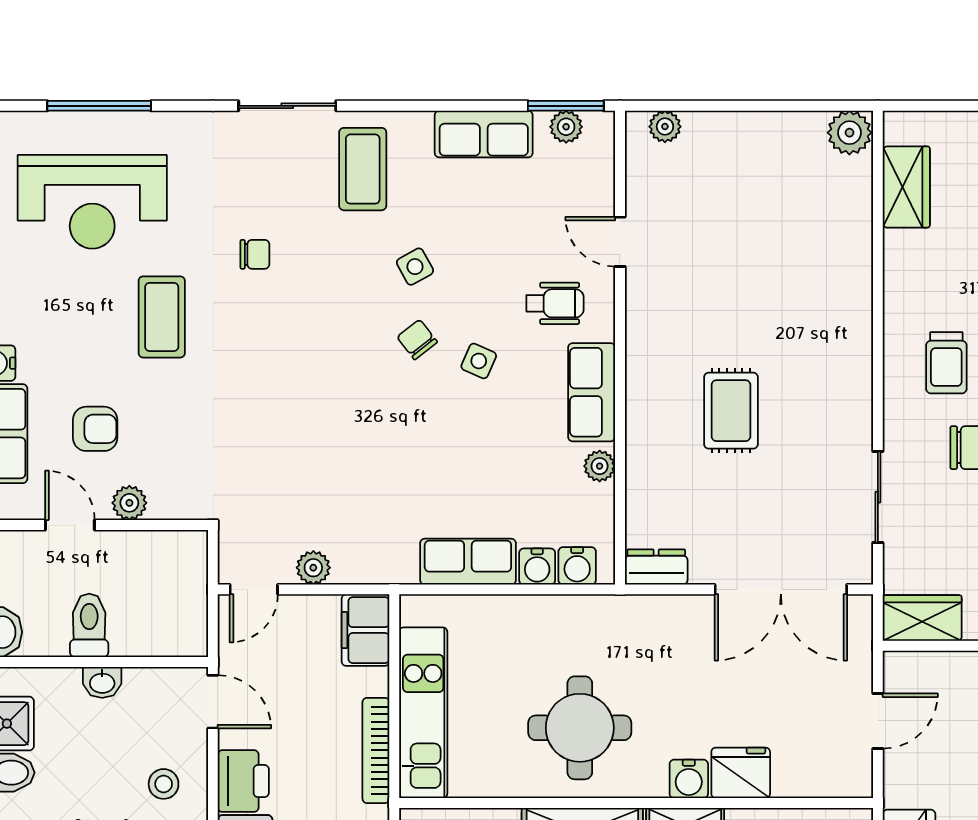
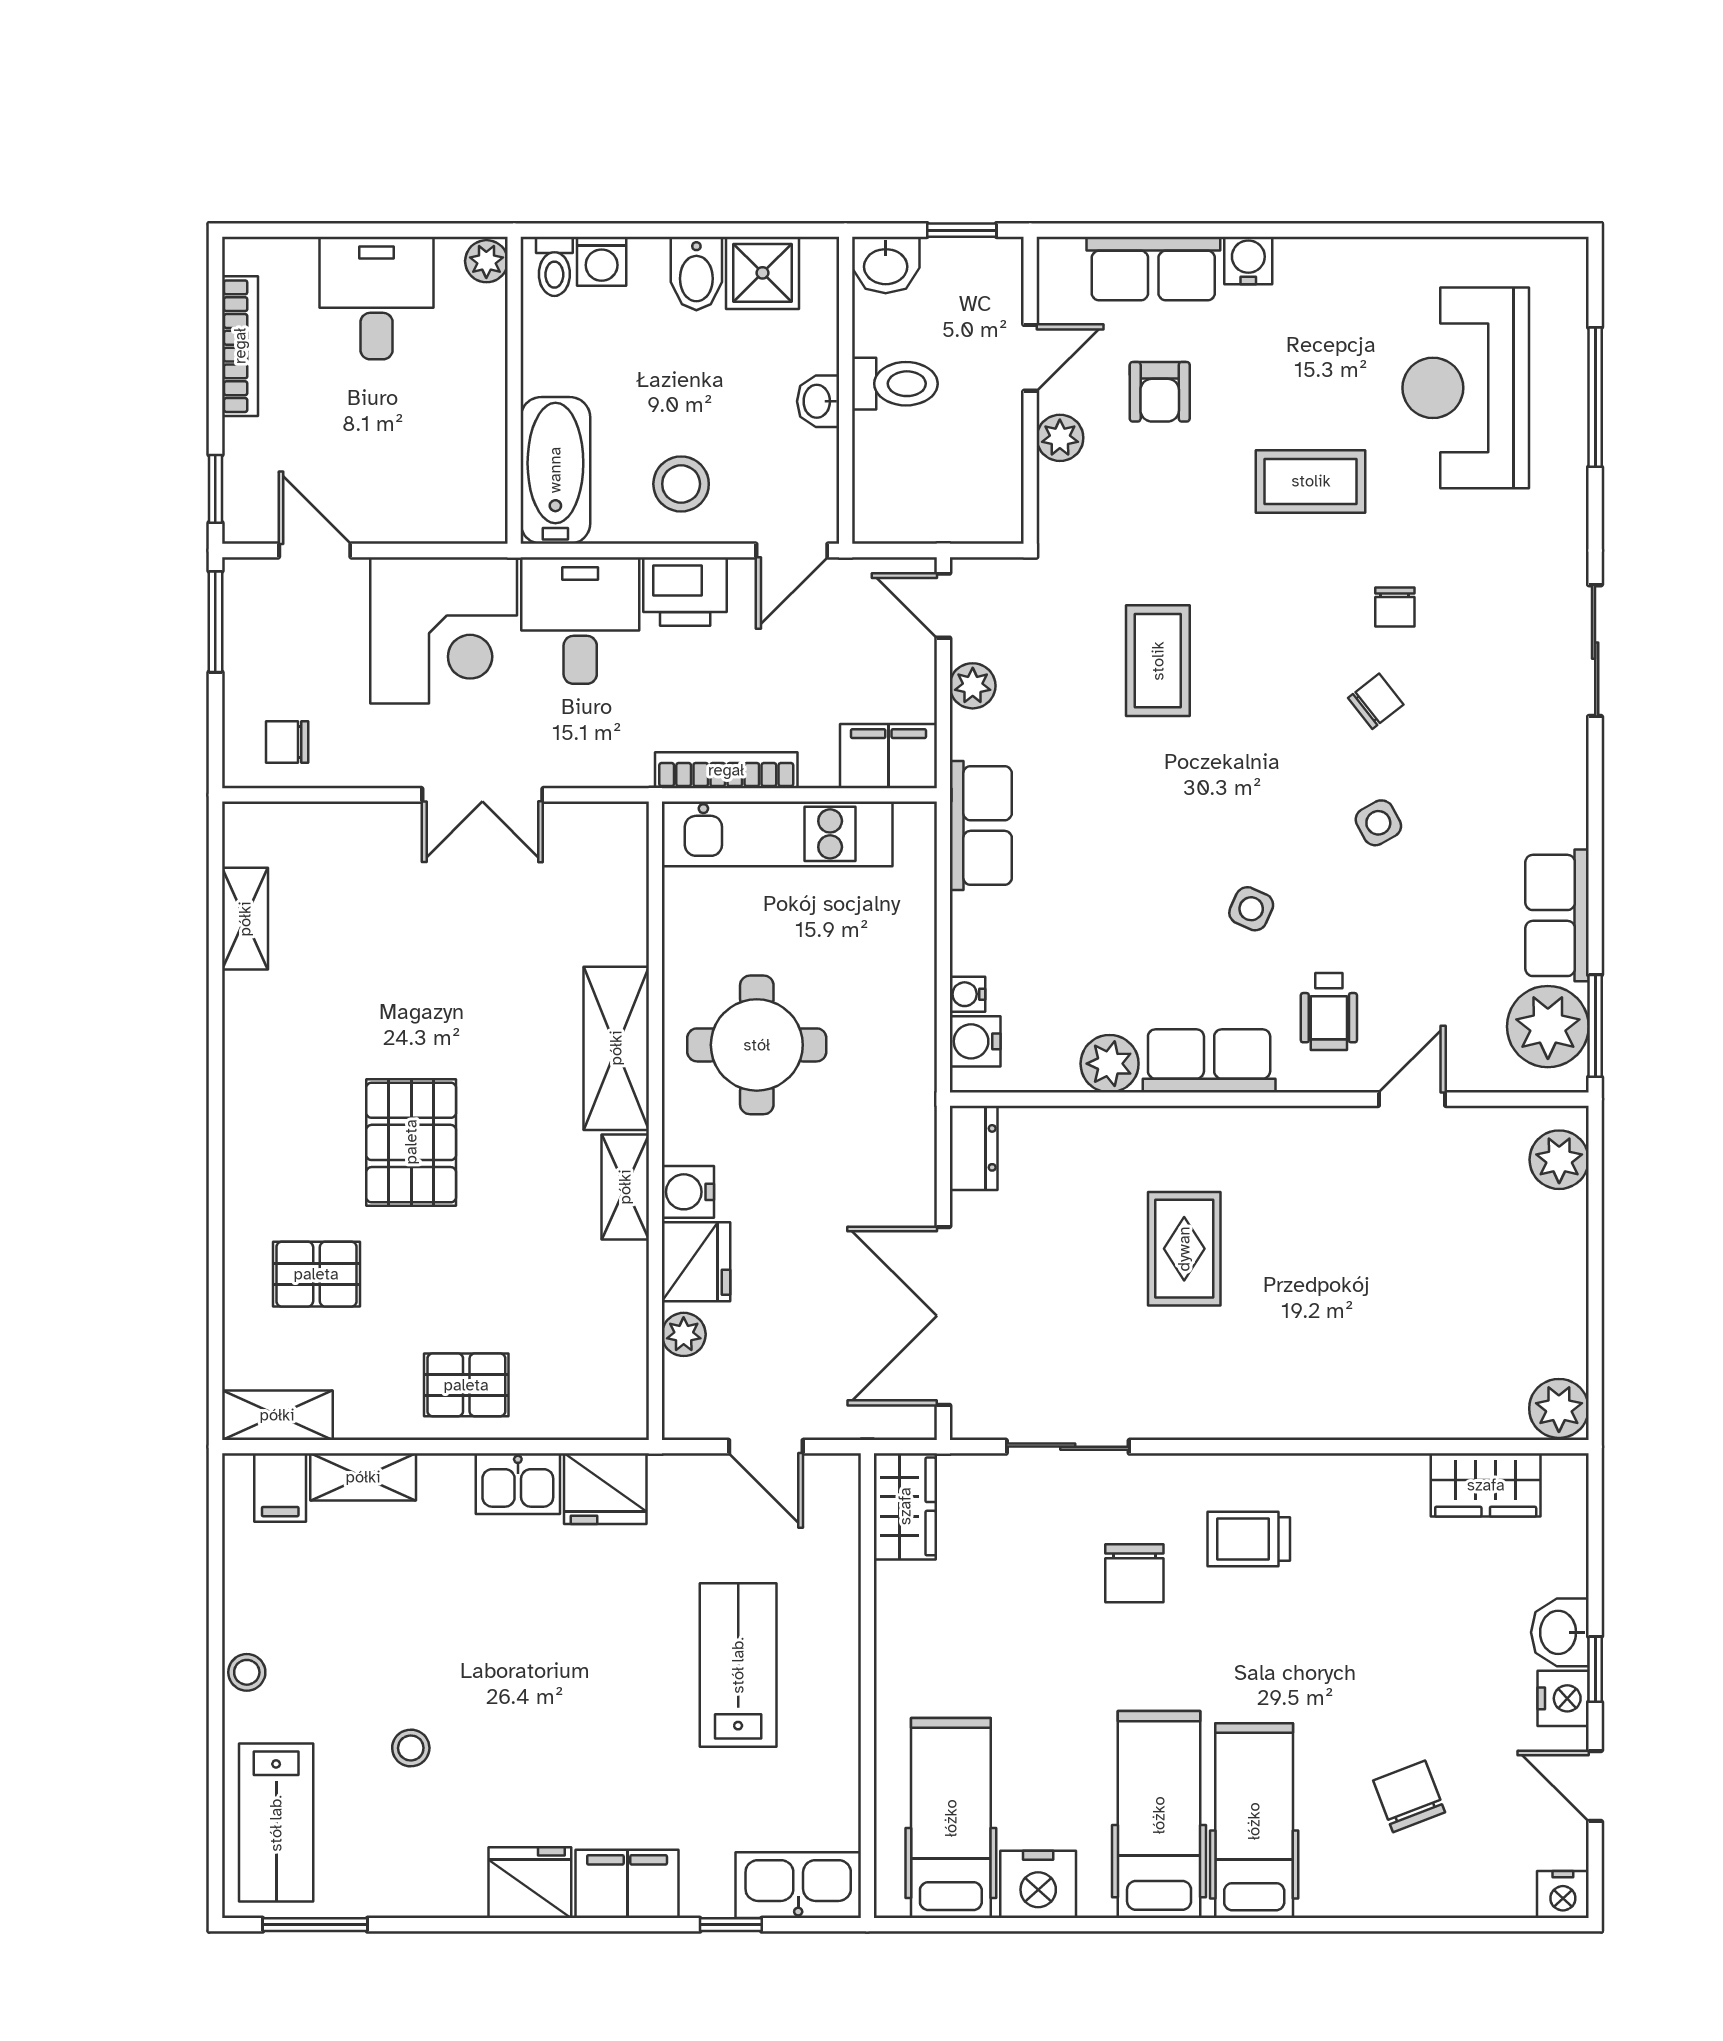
plant: (566, 127) -> (1548, 1027), width x1.87, depth x1.87
plant: (665, 127) -> (1559, 1160), width x1.38, depth x1.38
coffee table: (363, 169) -> (1158, 661), moved, turned 90
chair: (417, 340) -> (1376, 701), moved
rug: (731, 411) -> (1184, 1249), turned 90
plant: (600, 466) -> (1110, 1064), width x1.38, depth x1.38
row of seats: (468, 562) -> (981, 826), moved
water cooler: (537, 567) -> (967, 994), width x0.72, depth x0.72
plant: (795, 782) -> (684, 1334), added
stool: (164, 784) -> (681, 484), width x1.37, depth x1.37

